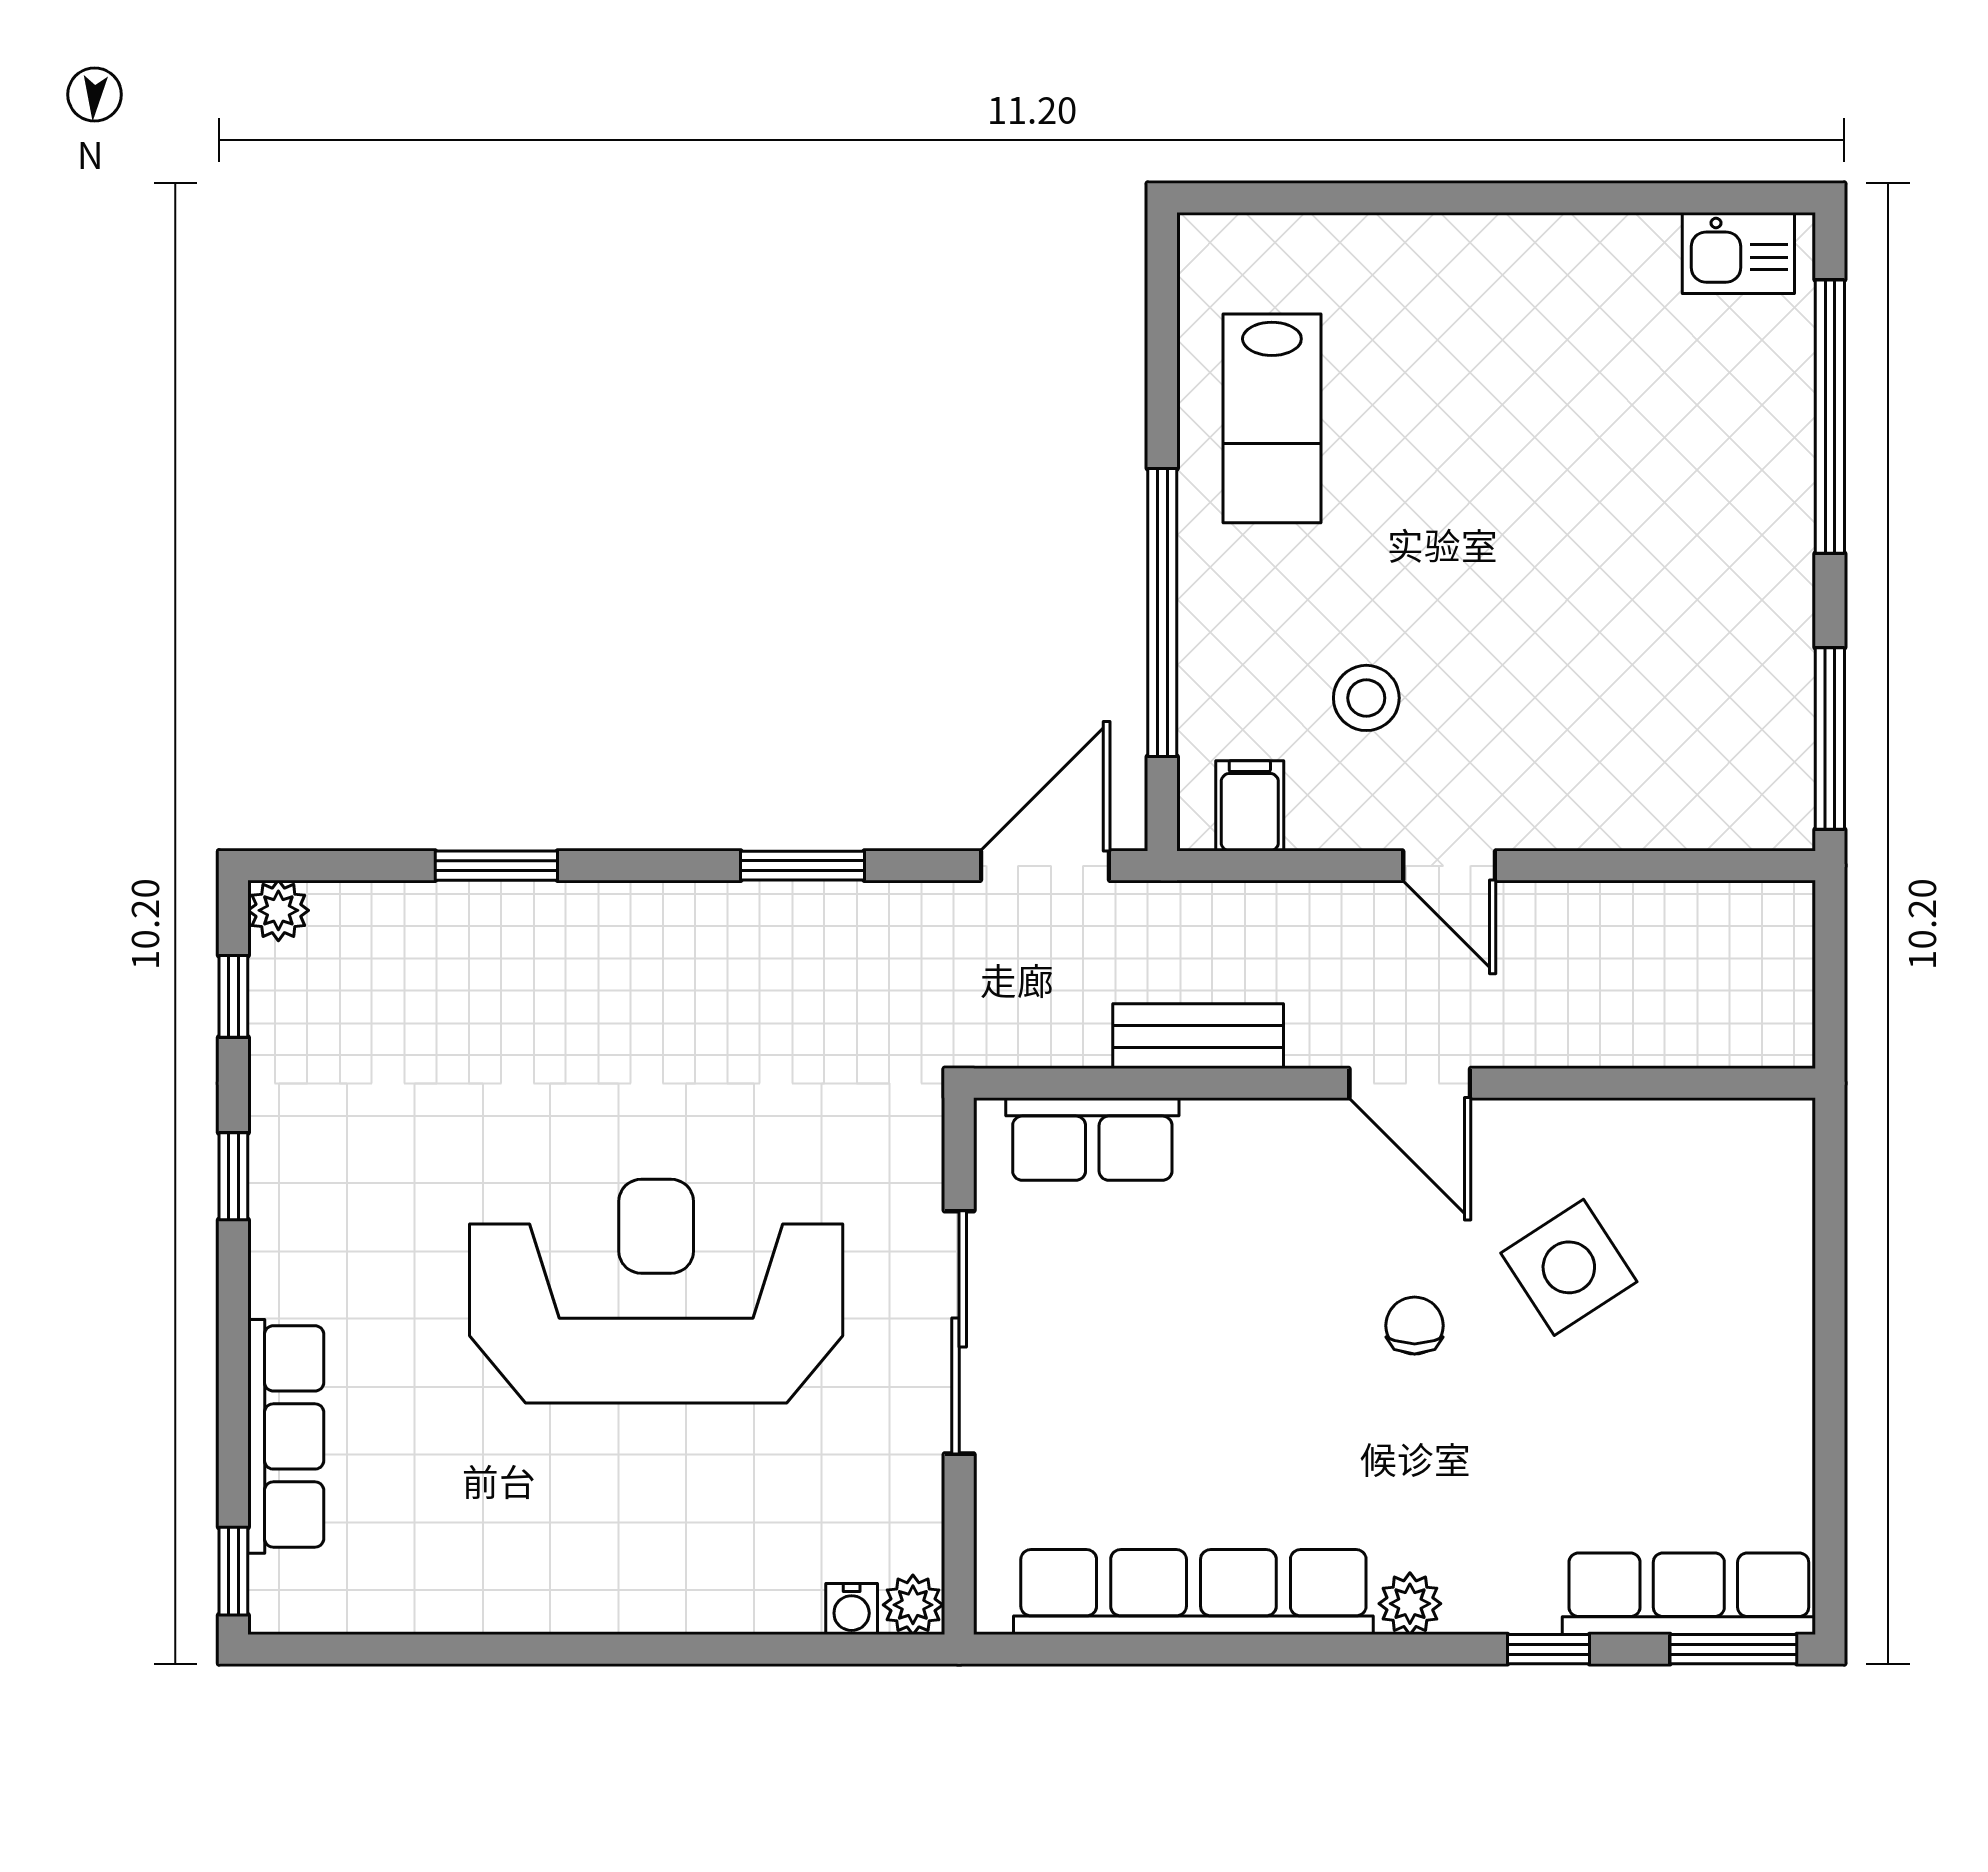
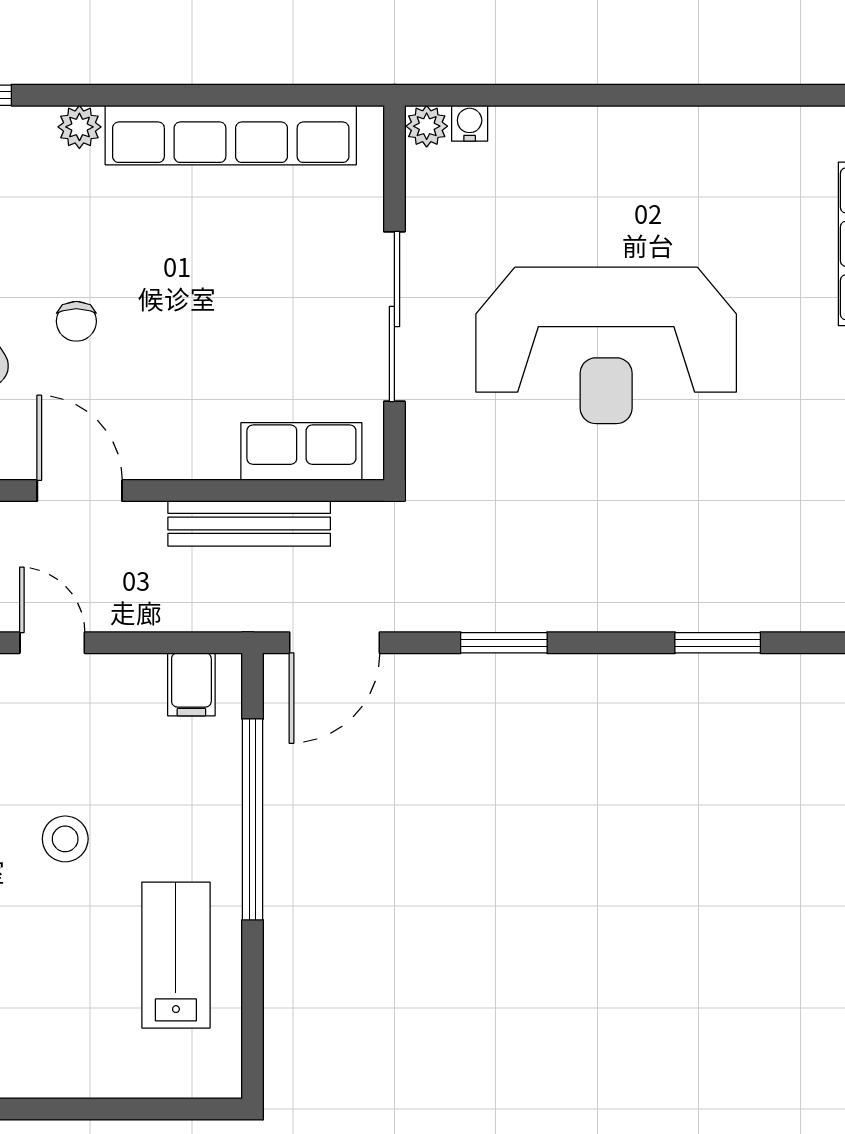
stool: (1366, 698) -> (65, 839), moved
bench: (1198, 1036) -> (249, 523), width x1.36

